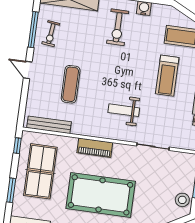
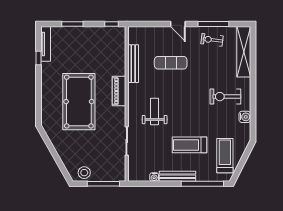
door: (28, 70) -> (178, 24), swing flipped
bench: (49, 125) -> (133, 64), moved
table tennis table: (40, 171) -> (92, 47), removed

